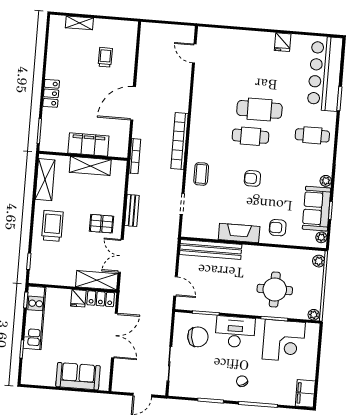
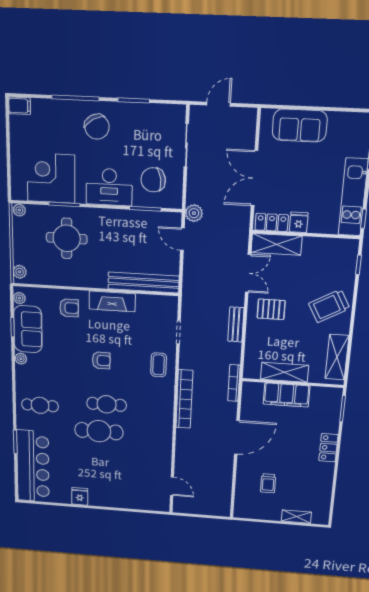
trolley: (52, 226) -> (329, 306), turned 61
plant: (165, 308) -> (194, 213), added
chair: (242, 381) -> (97, 127), width x1.87, depth x1.87
filing cabinet: (305, 393) -> (20, 106), width x0.50

